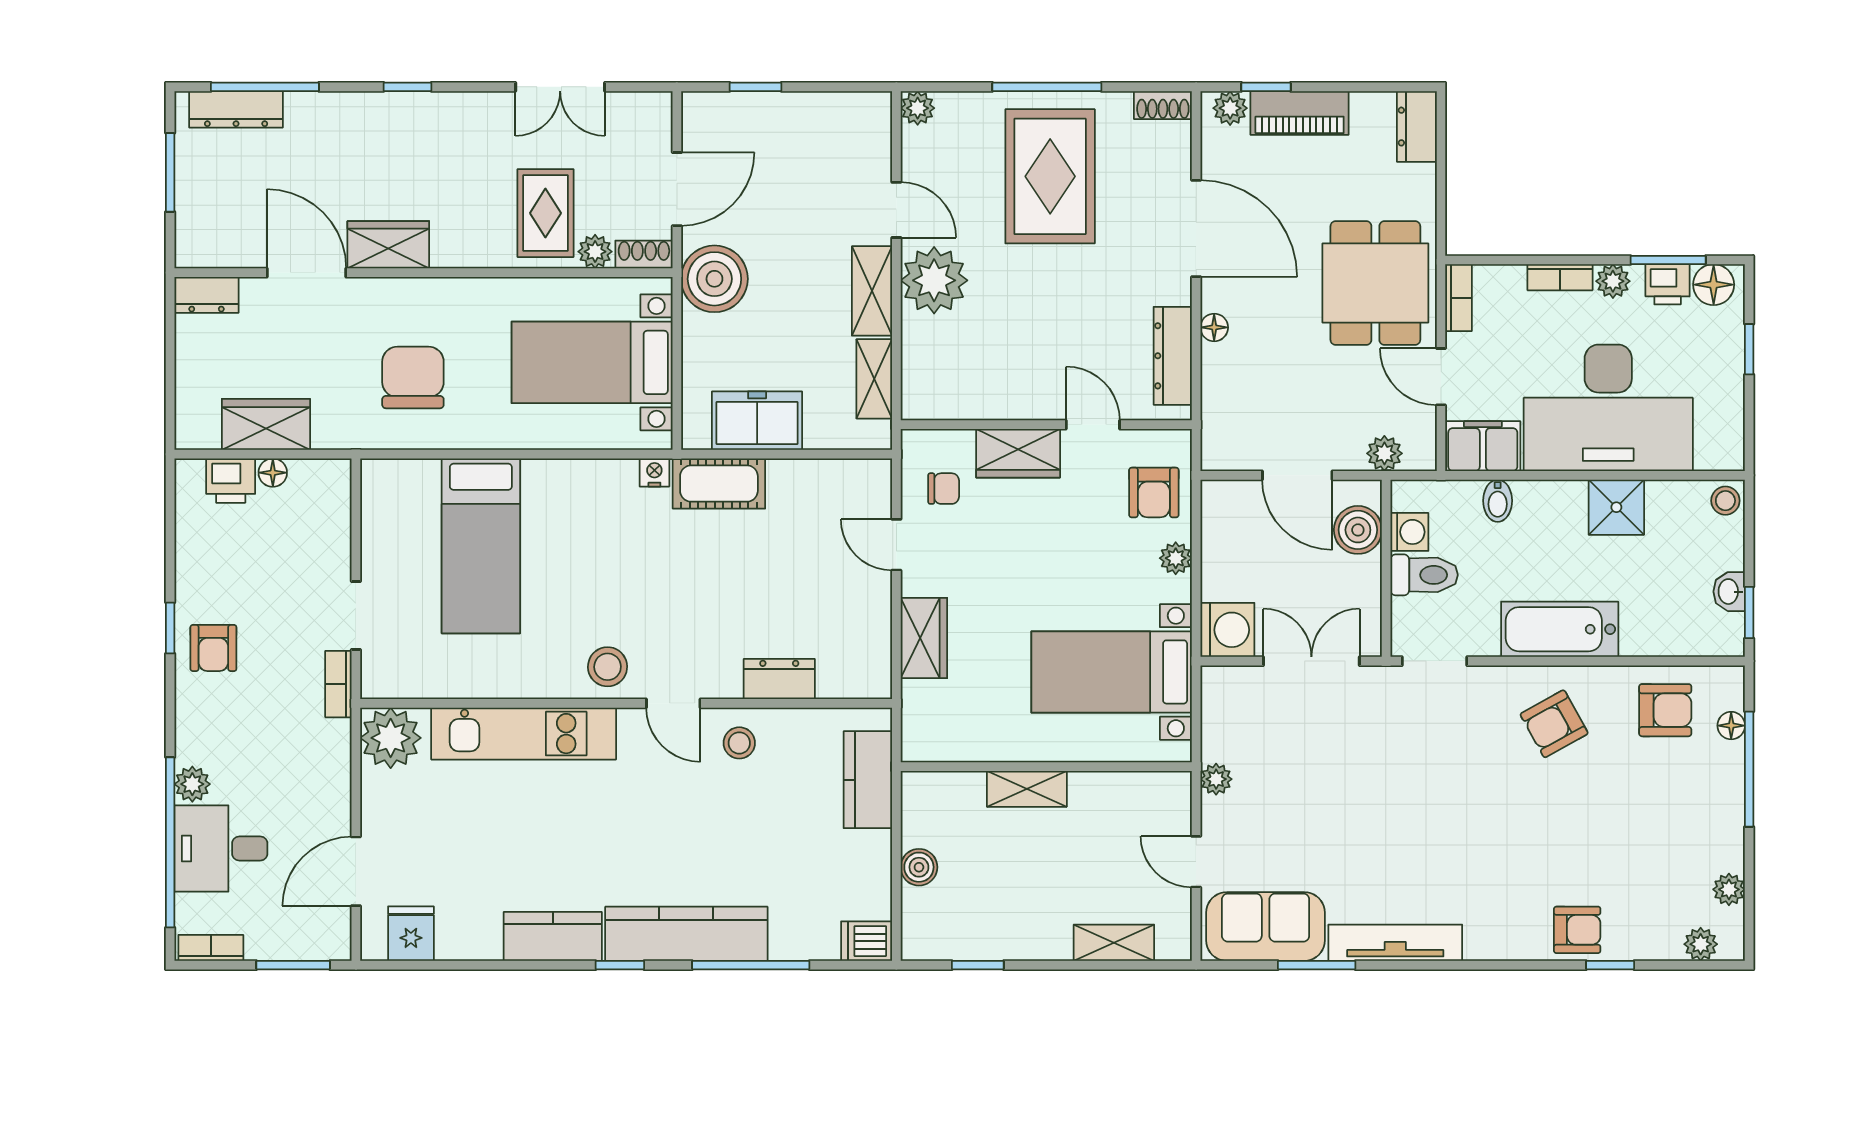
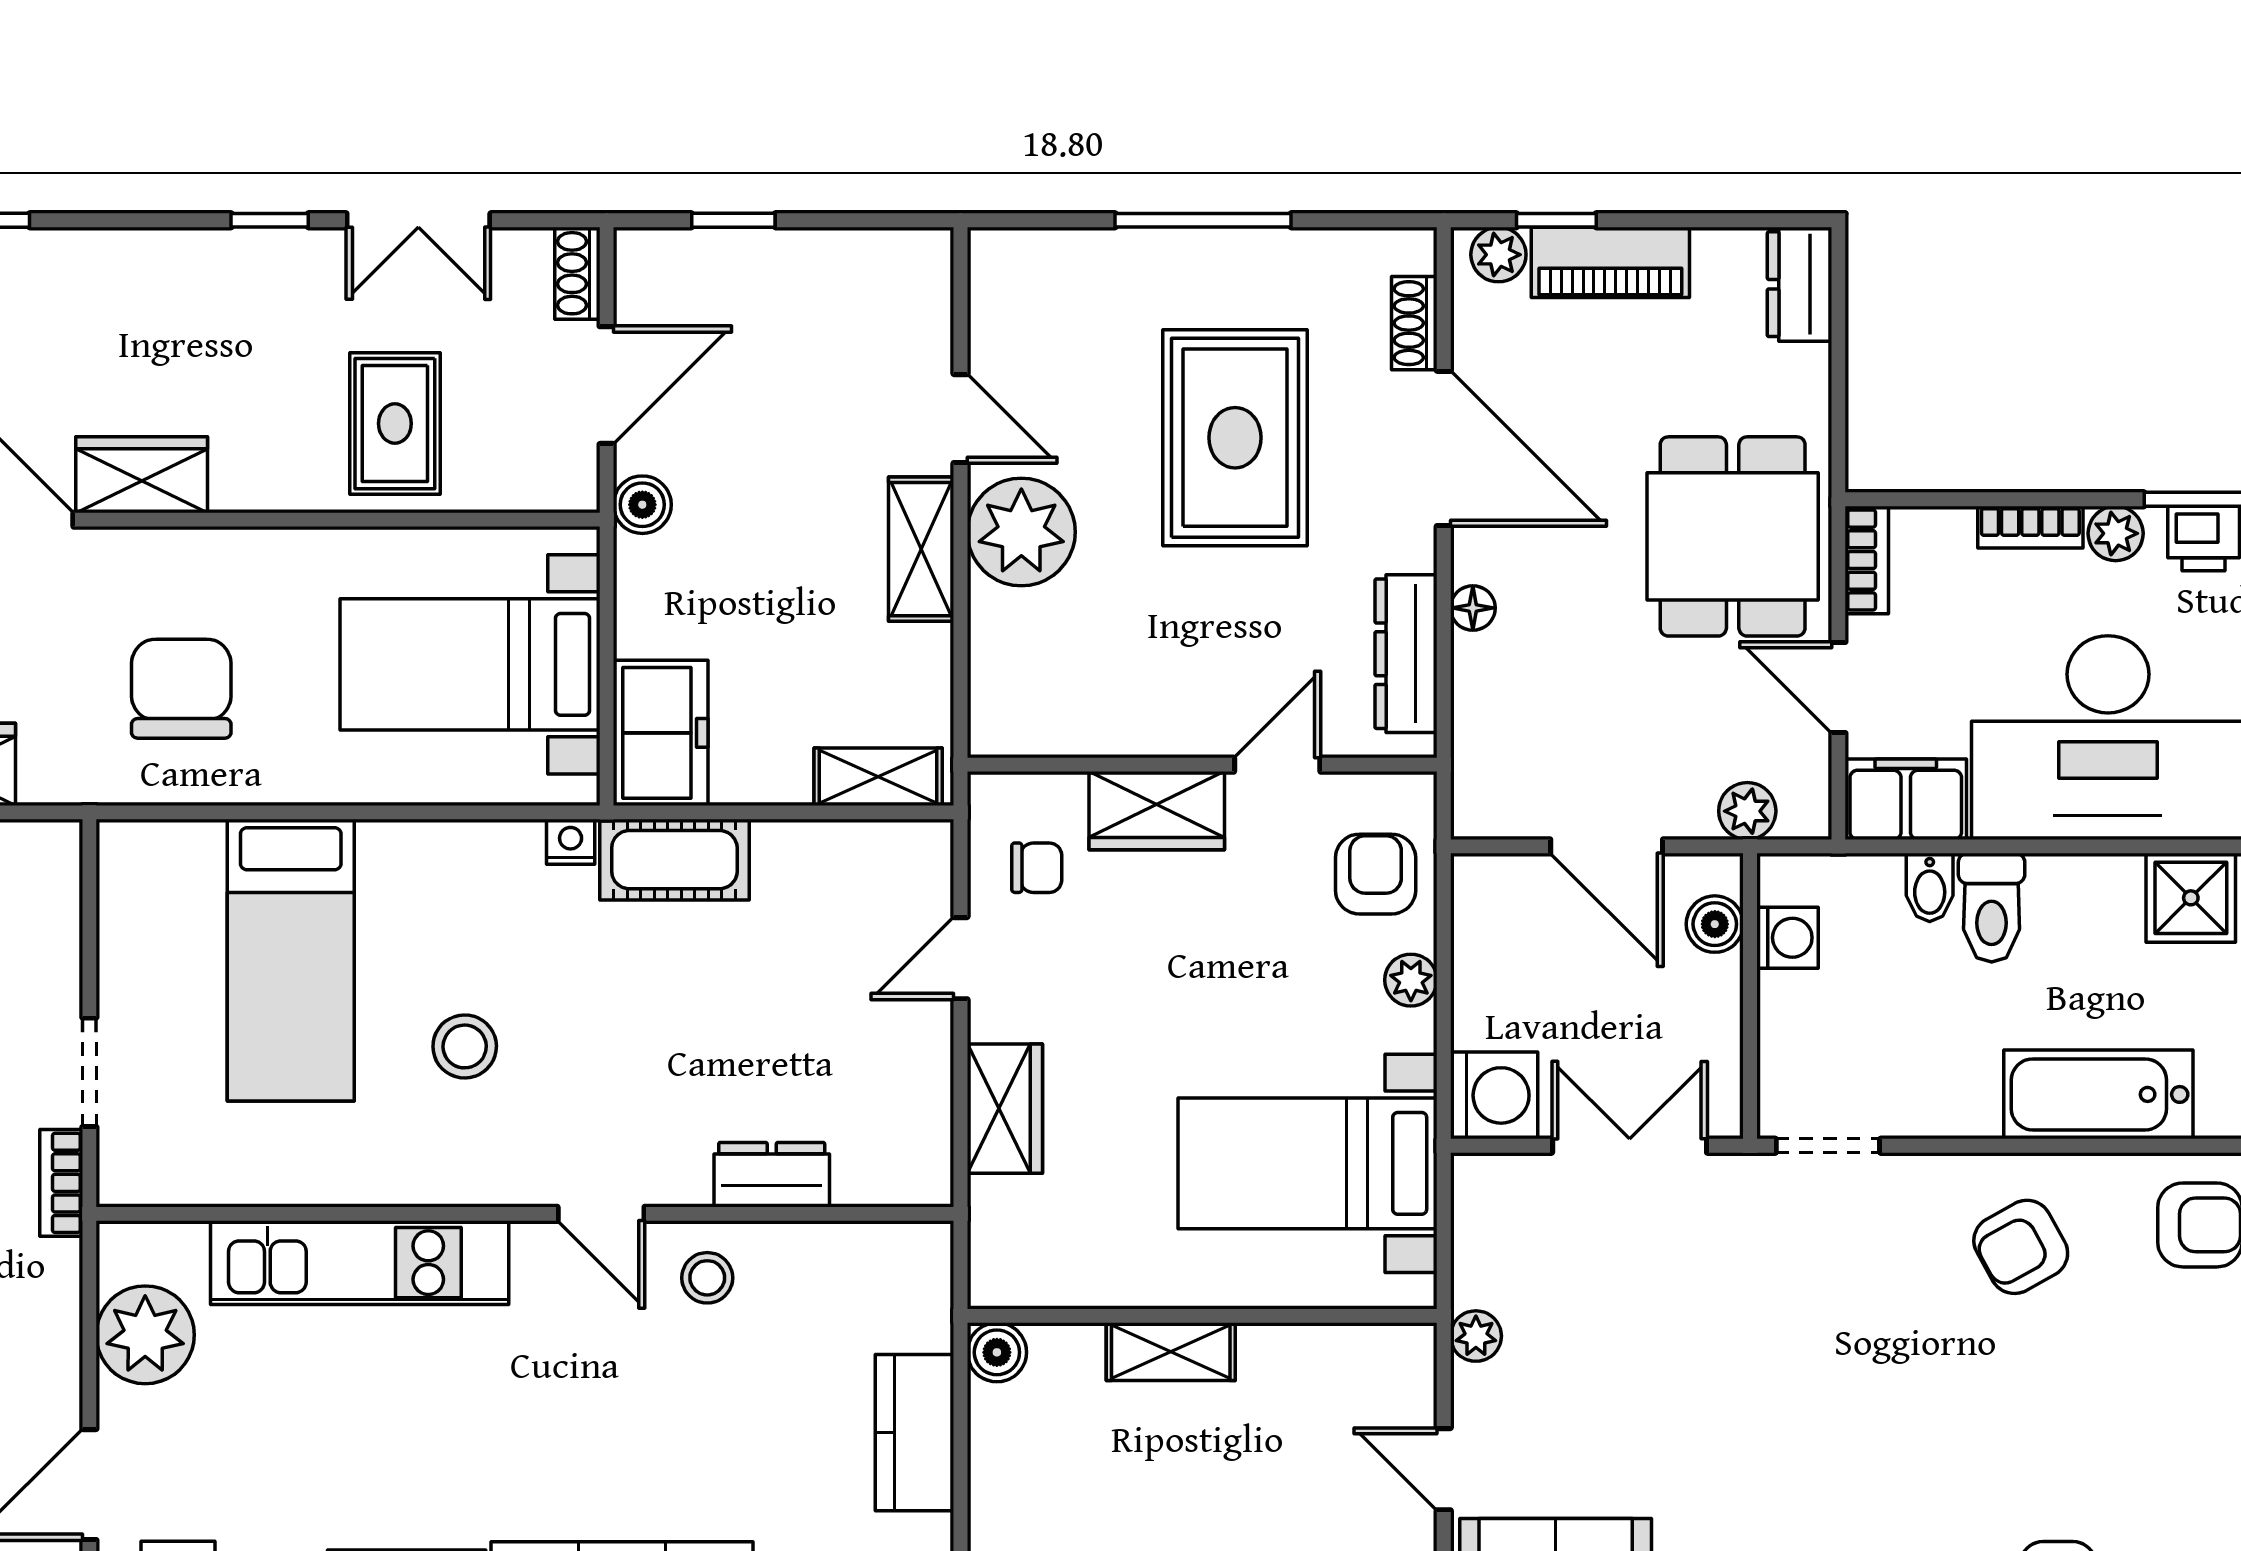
window: (407, 87) -> (270, 220), moved
shoe rack: (1163, 105) -> (1414, 323), moved, turned 90
plant: (918, 108) -> (995, 254), removed
rug: (1050, 176) -> (1235, 438), moved
plant: (595, 252) -> (475, 486), removed
shoe rack: (644, 255) -> (577, 273), moved, turned -90
boiler: (714, 279) -> (642, 505), width x0.54, depth x0.54
shelving: (874, 379) -> (878, 777), moved, turned 90
freezer: (757, 421) -> (661, 733), moved, turned 90
door: (1093, 425) -> (1277, 765), hinge flipped
armchair: (1154, 493) -> (1376, 874), turned 180
shower: (1616, 507) -> (2191, 898), moved
boiler: (1358, 530) -> (1715, 924), width x0.73, depth x0.73
door: (896, 545) -> (961, 958), hinge flipped
toilet: (1424, 575) -> (1992, 908), moved, turned 90
bathtub: (1560, 629) -> (2098, 1094), moved
stool: (608, 667) -> (465, 1046), moved
plant: (391, 738) -> (145, 1335), moved
kitchen counter: (868, 780) -> (915, 1433), moved
boiler: (919, 867) -> (997, 1352), moved

